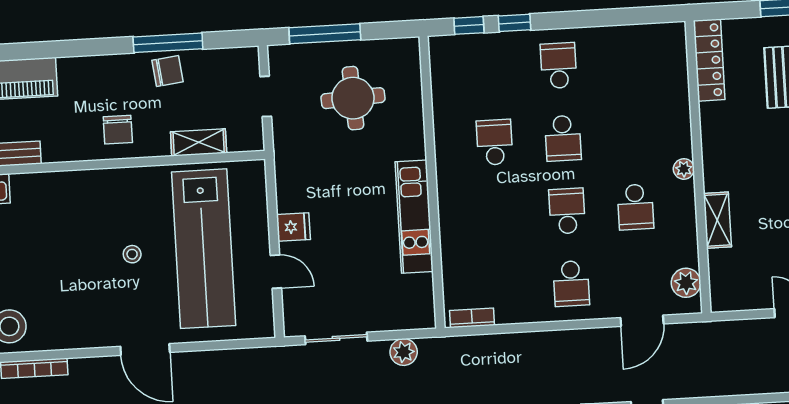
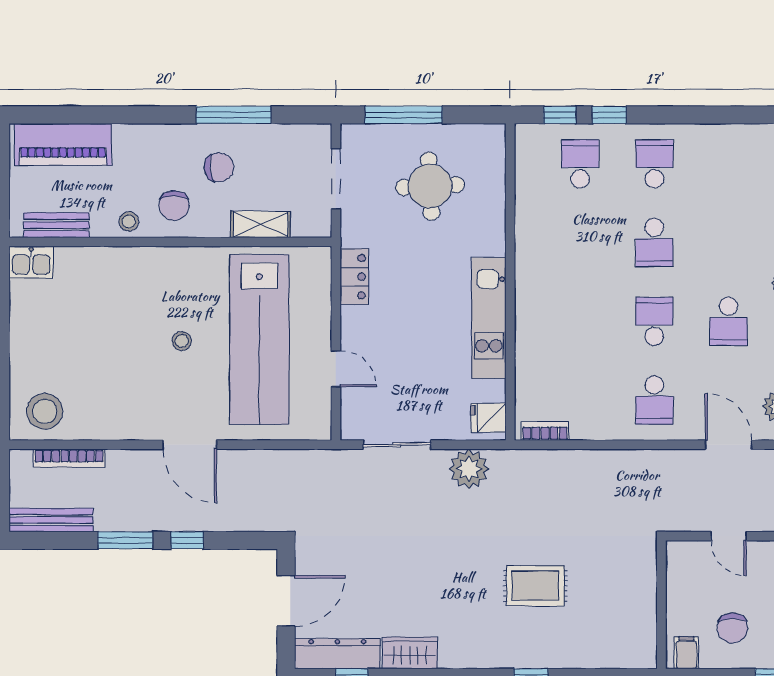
chair: (167, 71) -> (219, 167), moved
doorway: (266, 96) -> (336, 179), width x1.38
school desk: (494, 142) -> (580, 164), moved
stool: (77, 147) -> (129, 221), added
locker: (288, 186) -> (354, 277), added
fridge: (293, 227) -> (488, 418), moved, turned 180
door: (642, 321) -> (729, 445), swing flipped
plant: (404, 352) -> (469, 469), width x1.36, depth x1.36

